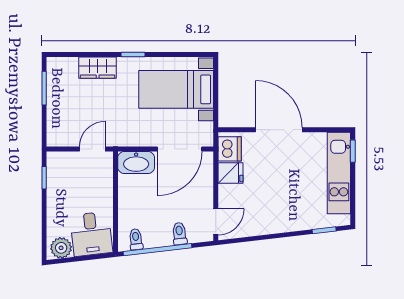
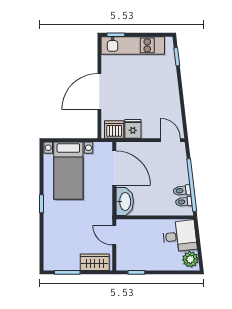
wardrobe: (98, 68) -> (95, 262), moved, turned -90
toilet: (179, 234) -> (182, 190), moved

